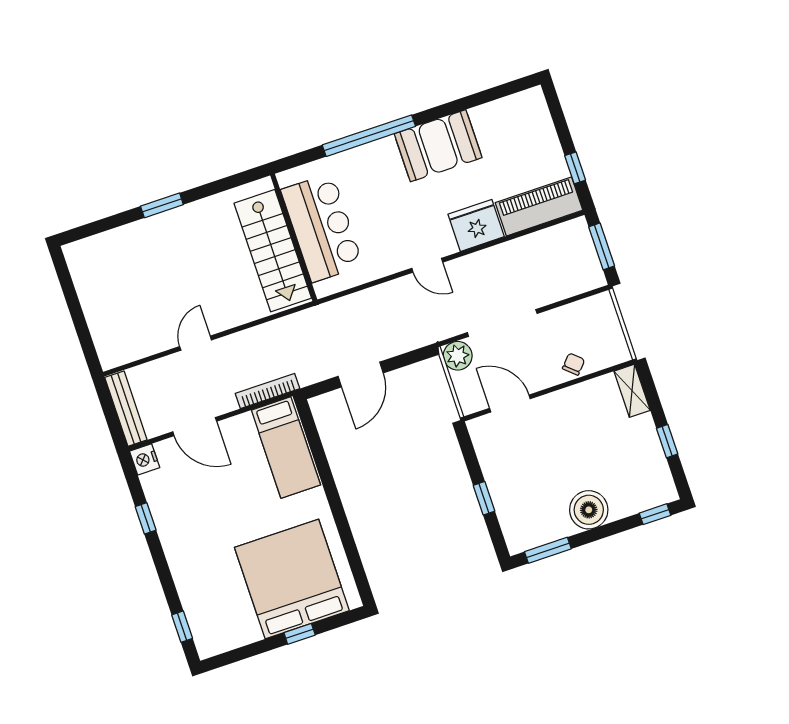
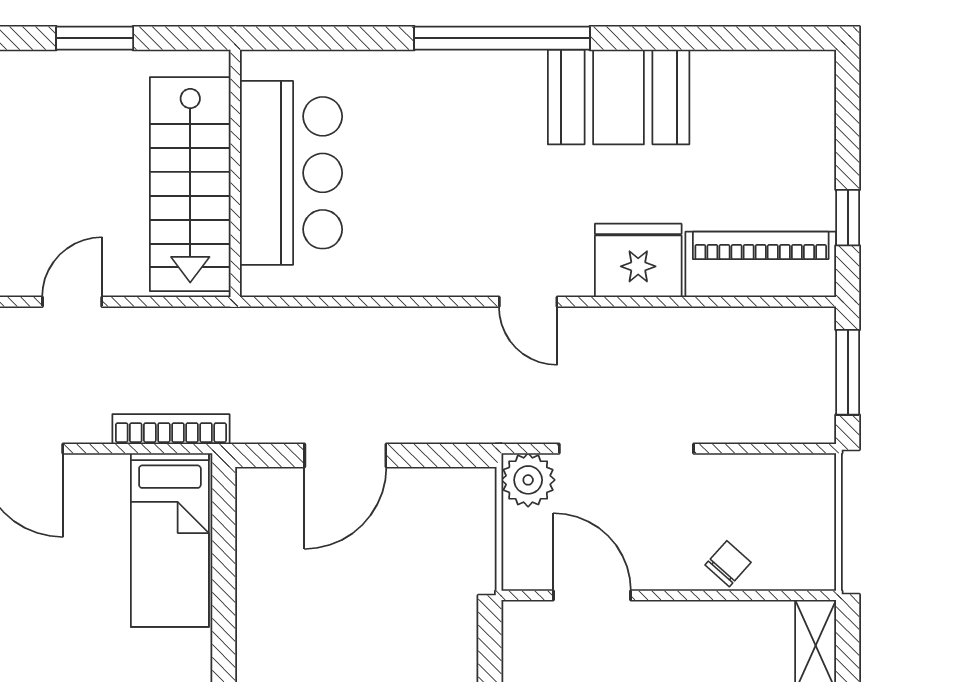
bar counter: (322, 228) -> (291, 173), moved
wall: (294, 238) -> (235, 173), moved
stairs: (273, 251) -> (190, 184), moved

